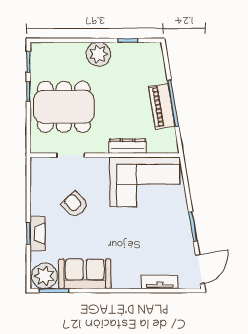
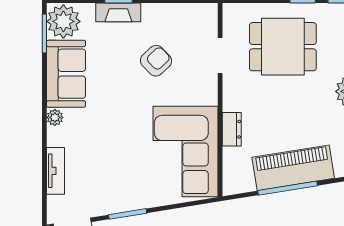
piano: (162, 106) -> (293, 168), width x1.37, depth x1.33
dining table: (64, 107) -> (283, 47), width x0.73
dresser: (128, 146) -> (232, 129), width x0.70
plant: (118, 283) -> (55, 117), added

